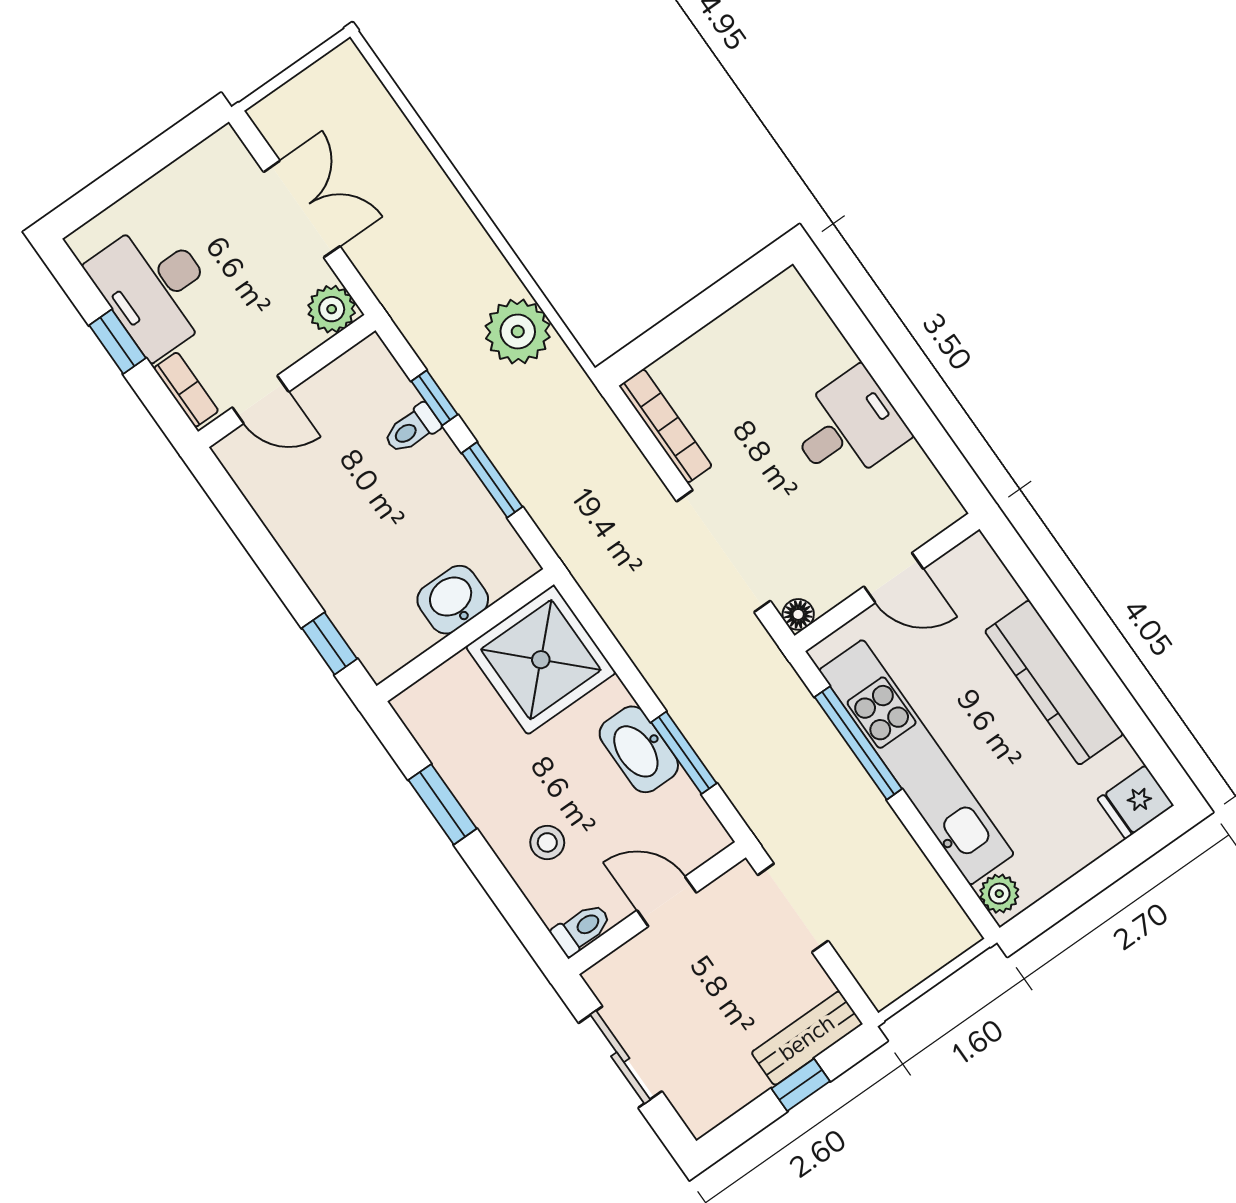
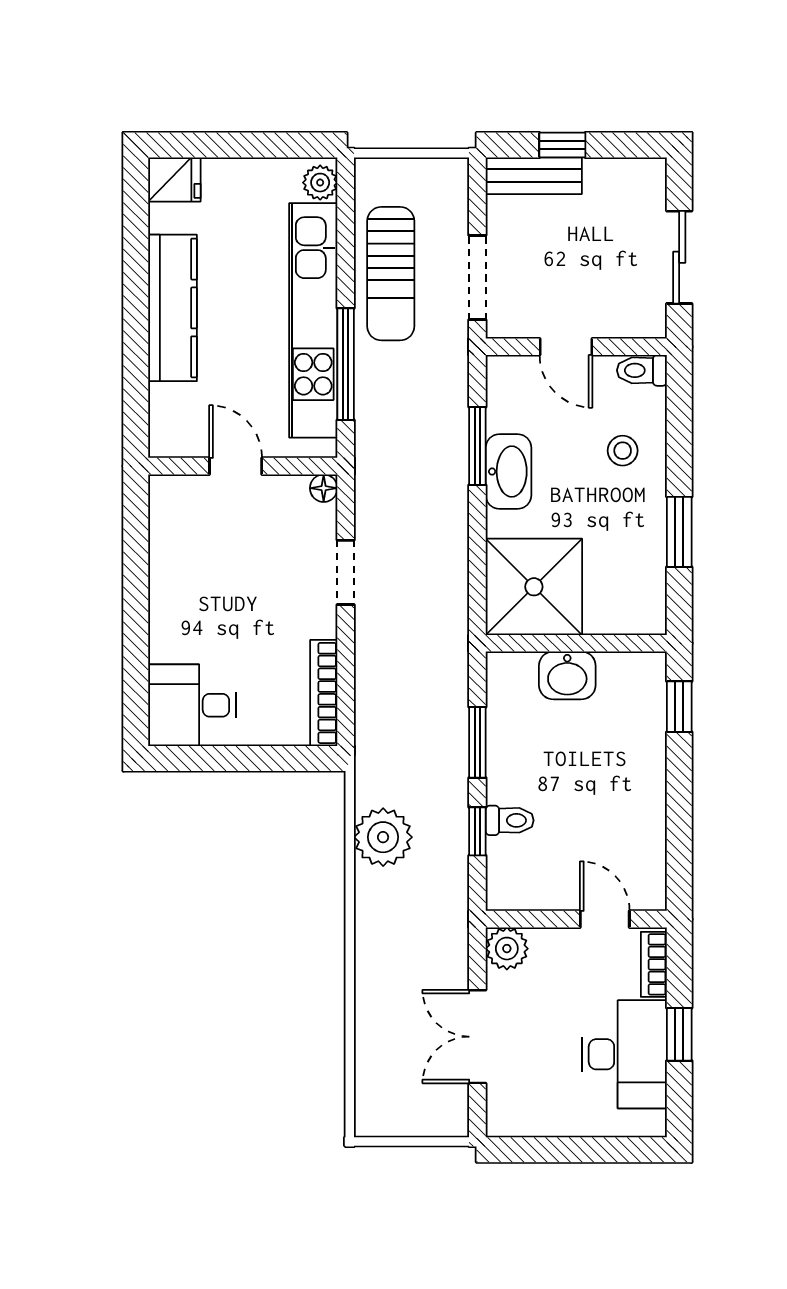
desk: (848, 427) -> (192, 705), moved
doorway: (723, 551) -> (346, 572), width x0.53
sun lounger: (875, 855) -> (391, 274), added

